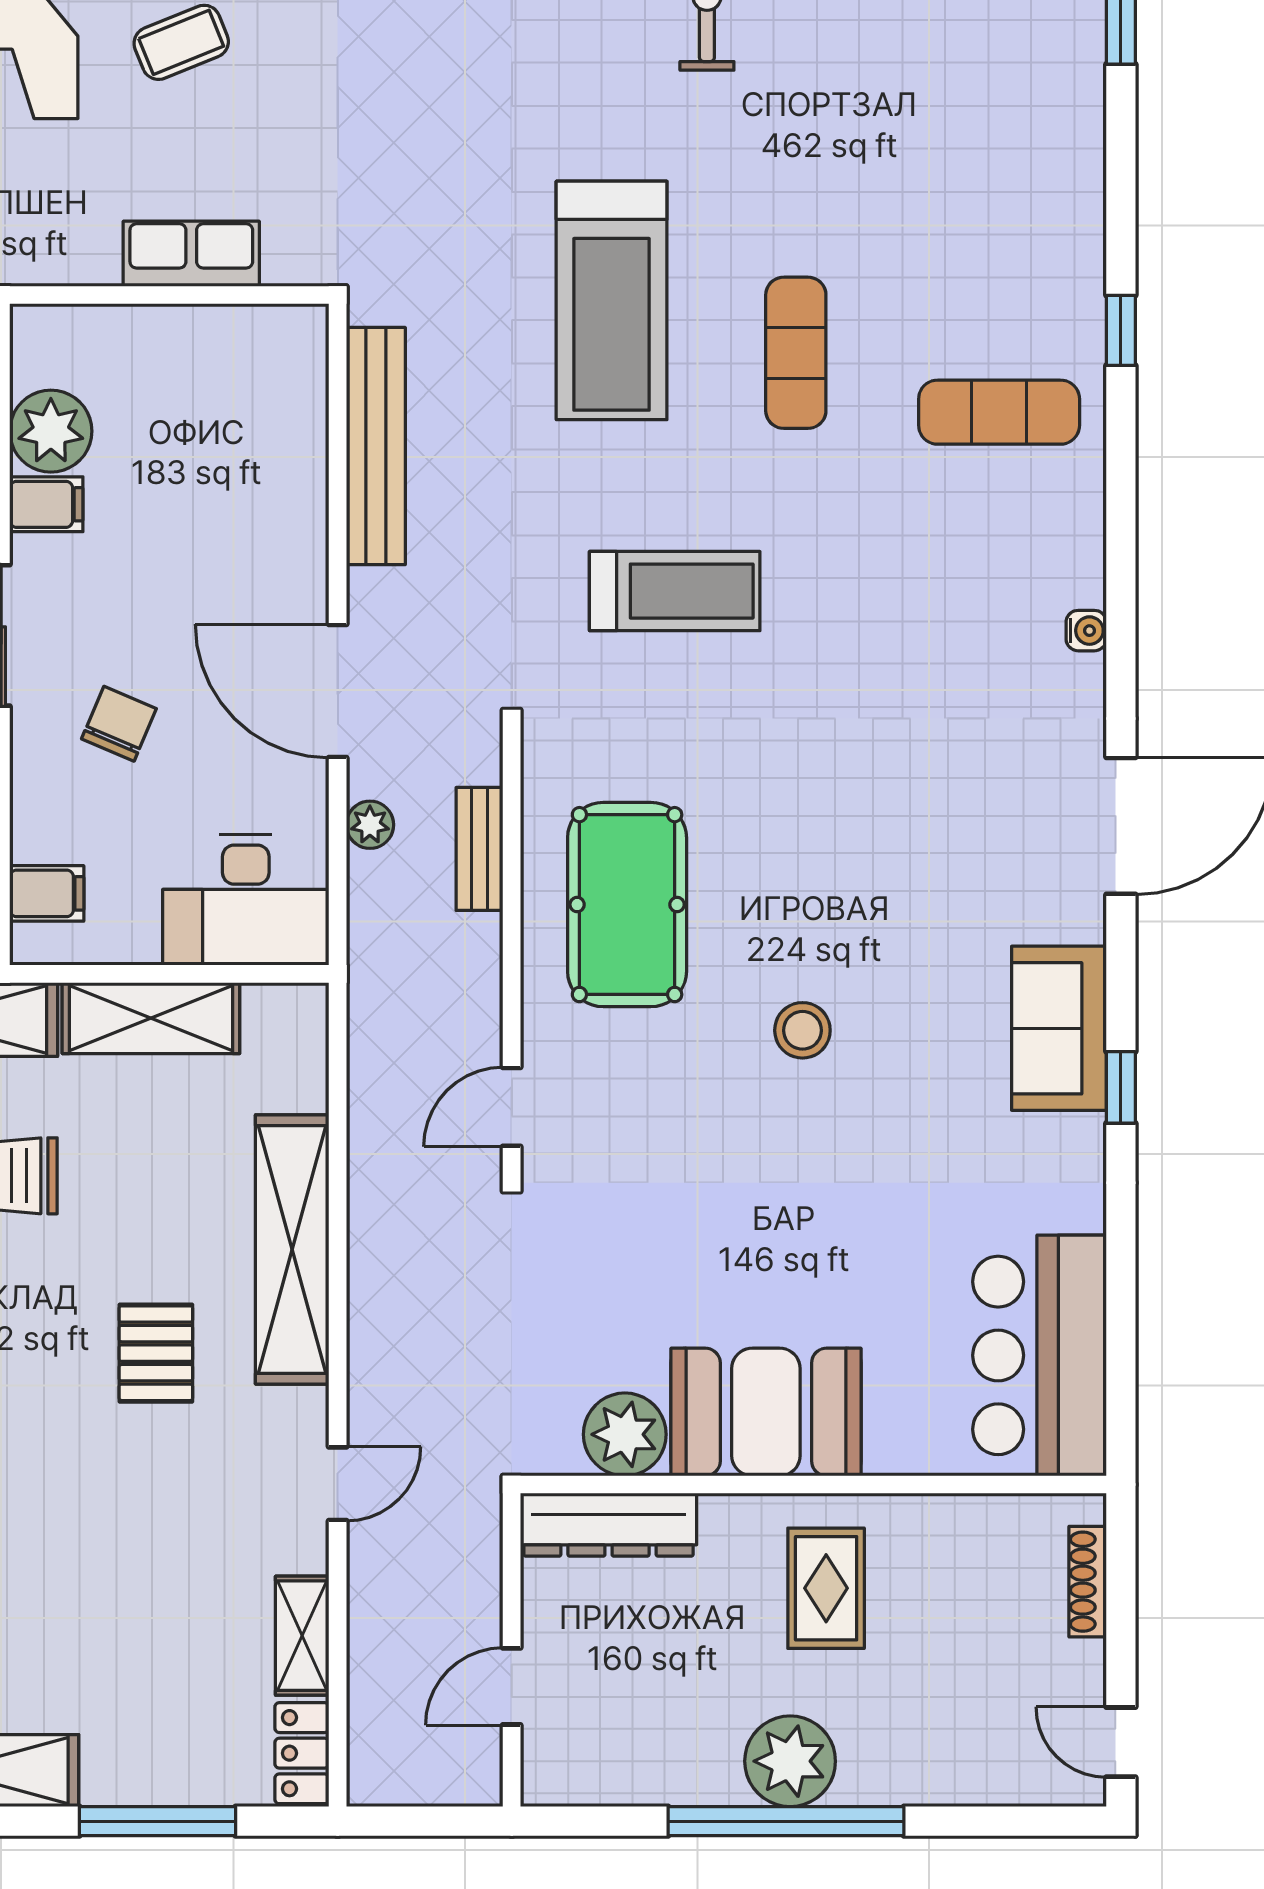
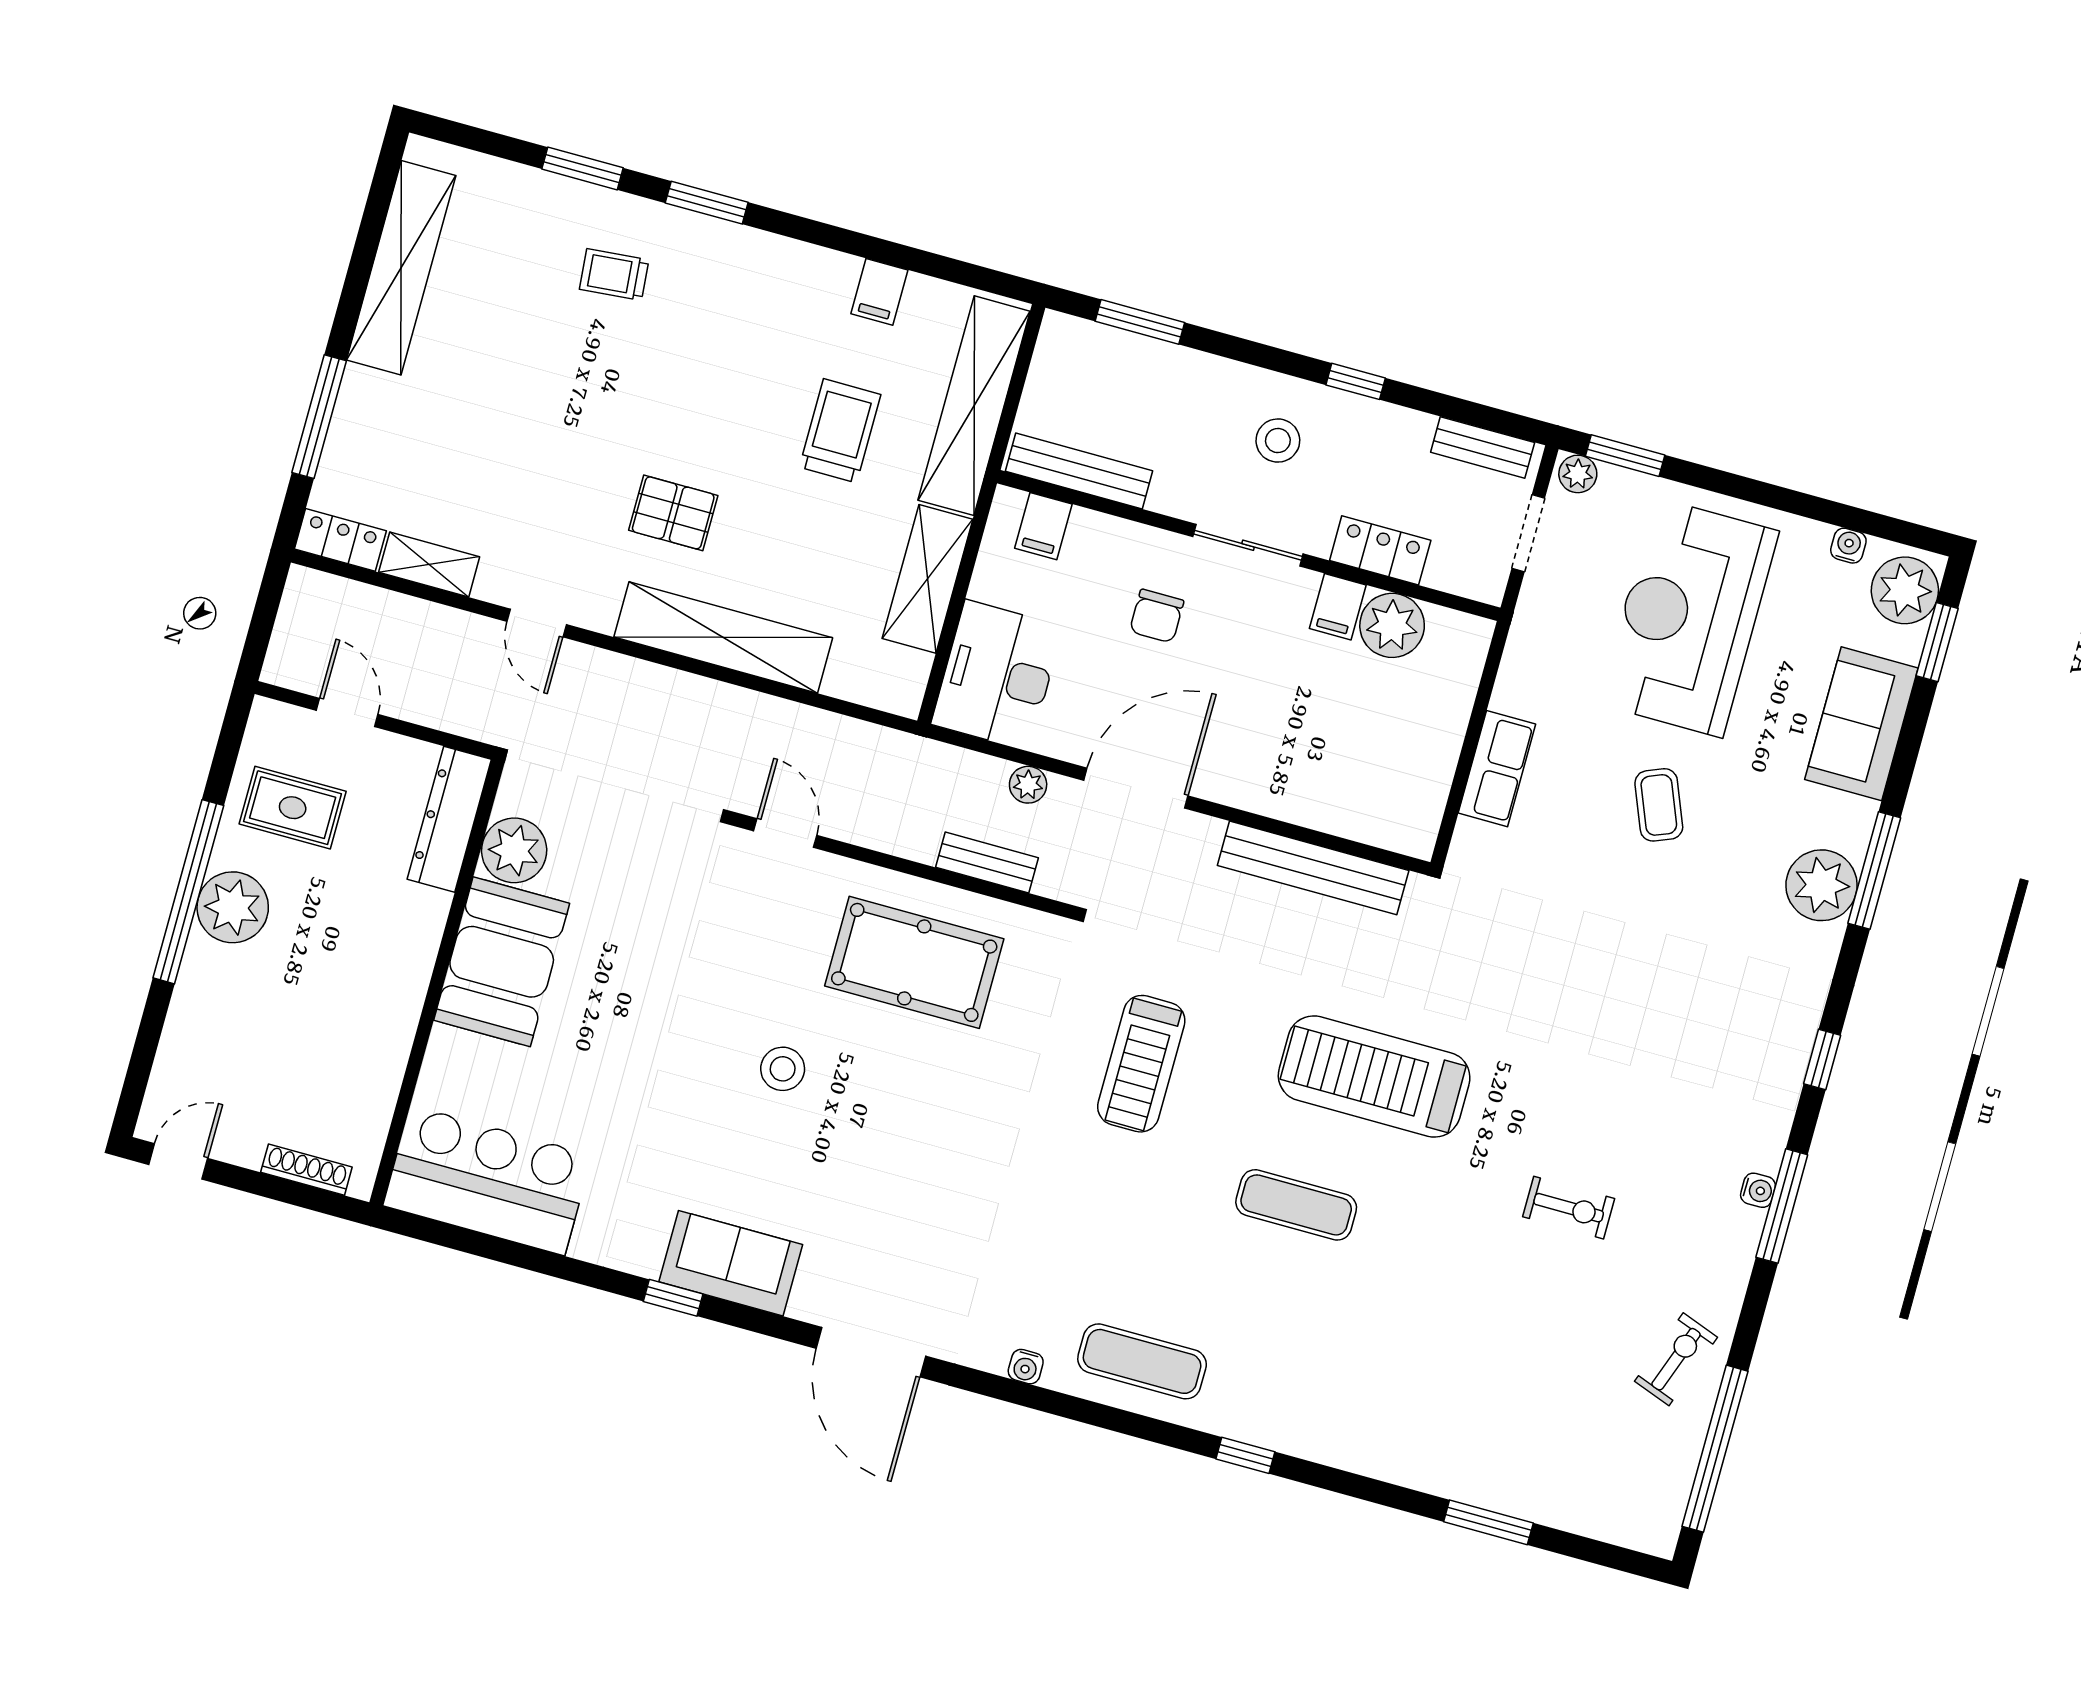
exercise mat: (999, 412) -> (1142, 1361), moved, turned 90
chair: (119, 724) -> (1157, 616), turned 67
rug: (826, 1588) -> (293, 808), moved

